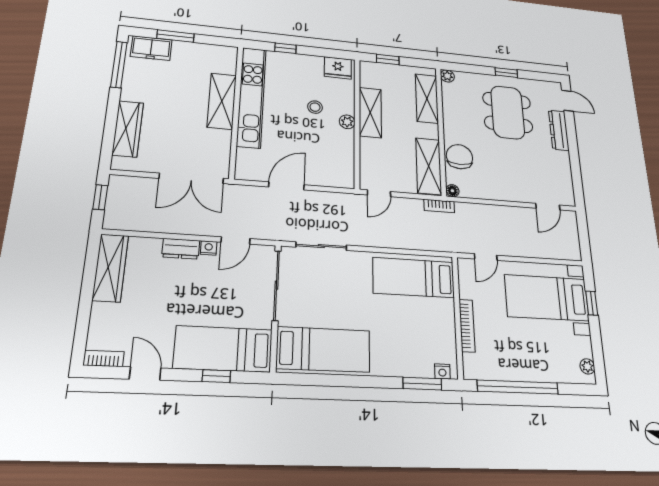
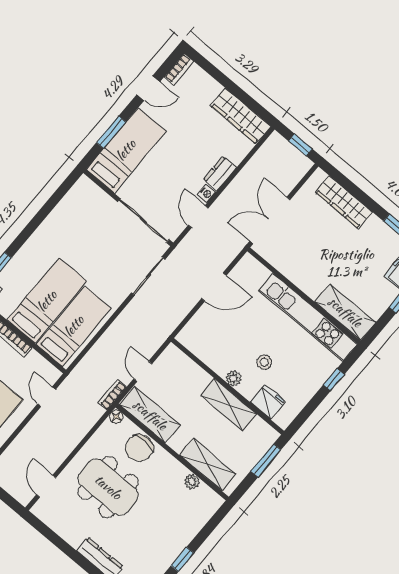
window: (388, 59) -> (266, 461), width x1.50
fridge: (338, 68) -> (268, 402), moved, turned 90
plant: (447, 76) -> (192, 482), moved
shelving: (222, 101) -> (345, 312), moved
dining table: (508, 112) -> (108, 487), moved
chair: (459, 157) -> (139, 448), turned 90
door: (286, 186) -> (214, 287), hinge flipped
door: (379, 193) -> (143, 371), moved
bed: (323, 349) -> (47, 301), moved, turned 180
window: (216, 376) -> (111, 132), width x1.50

